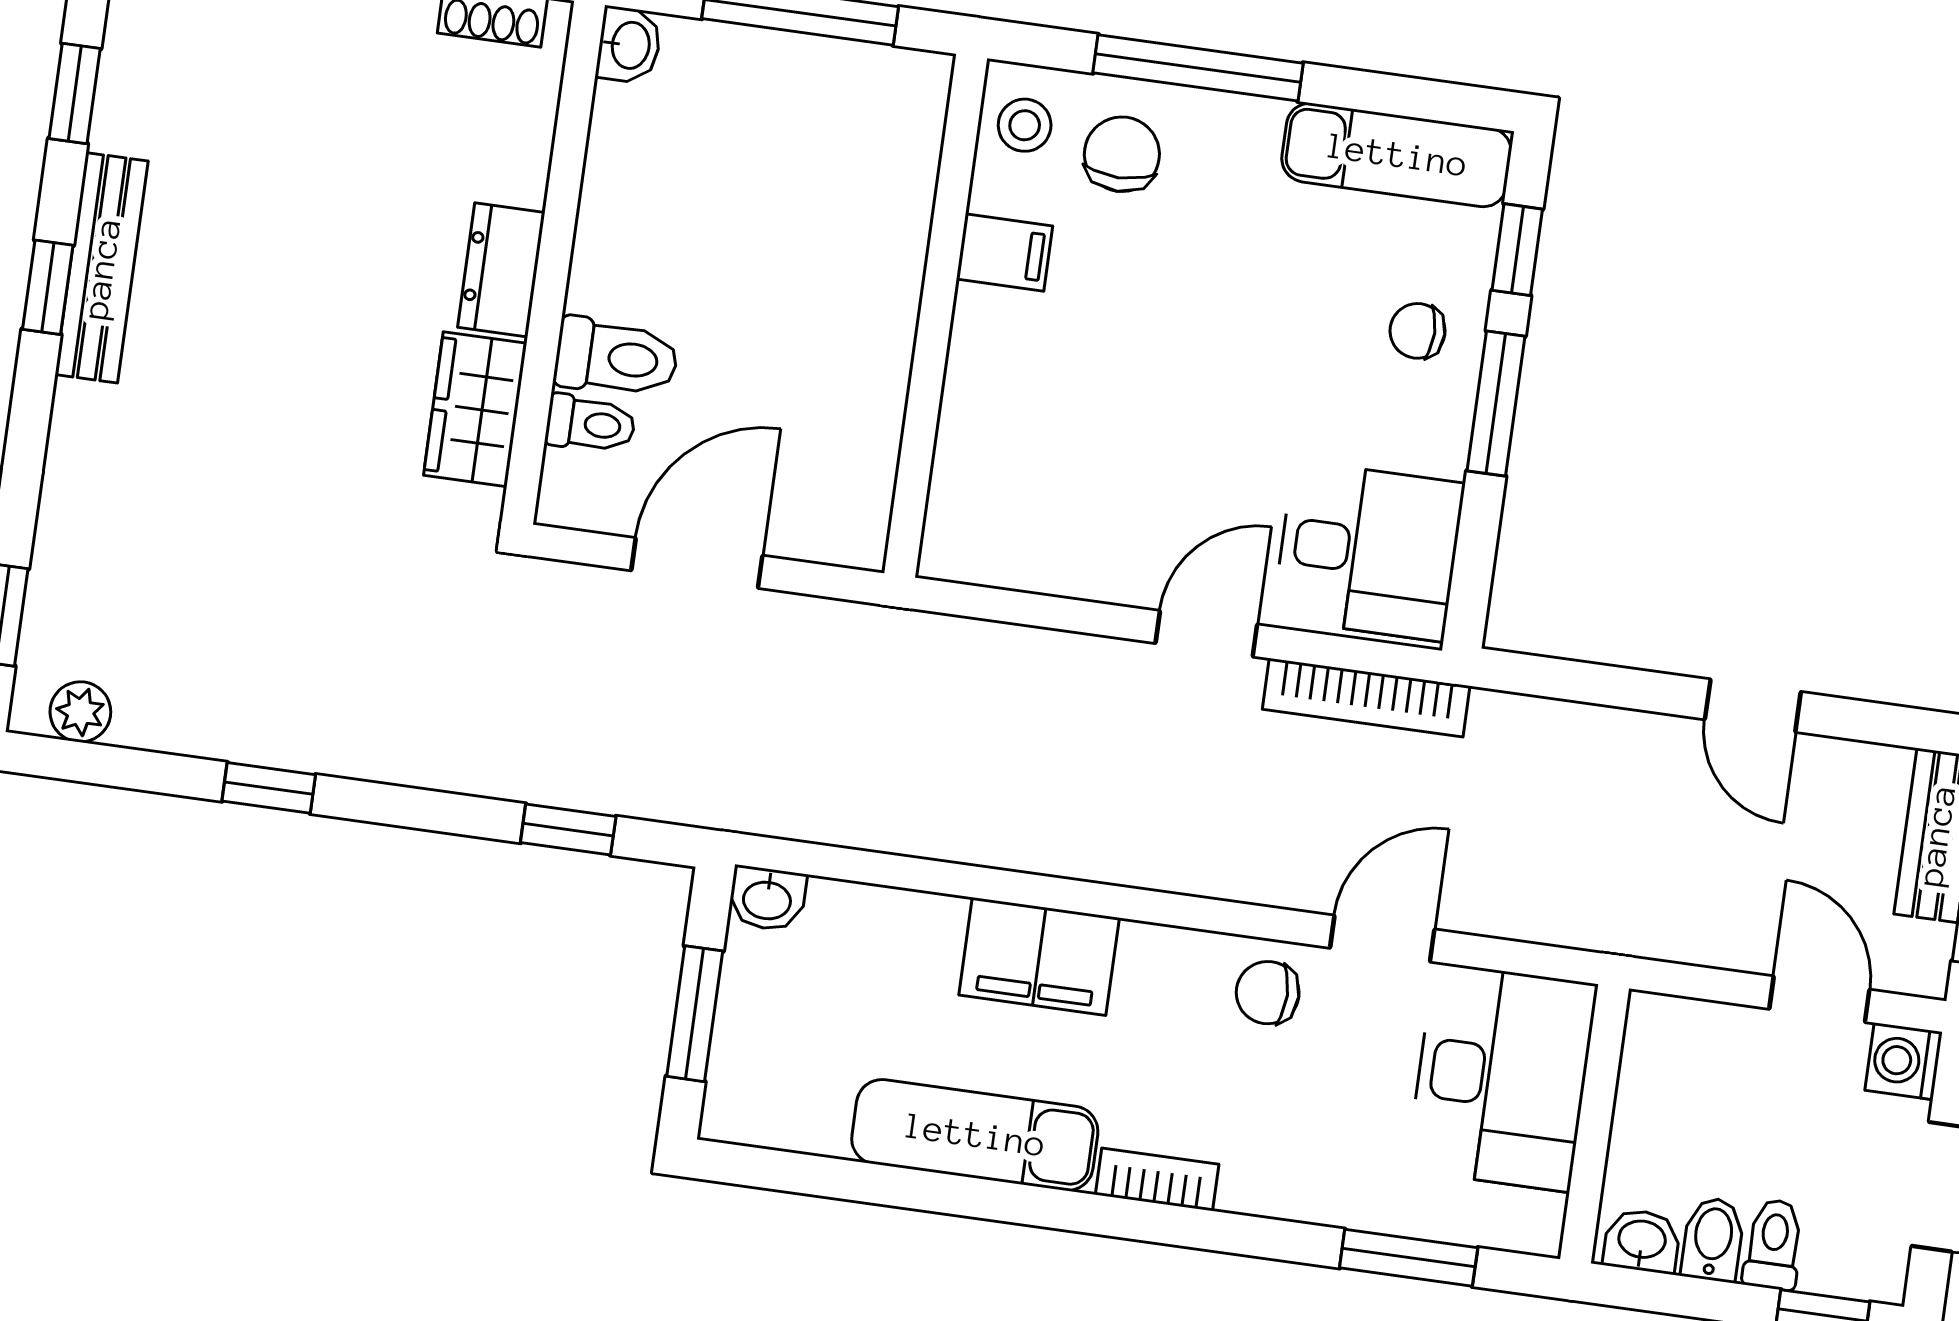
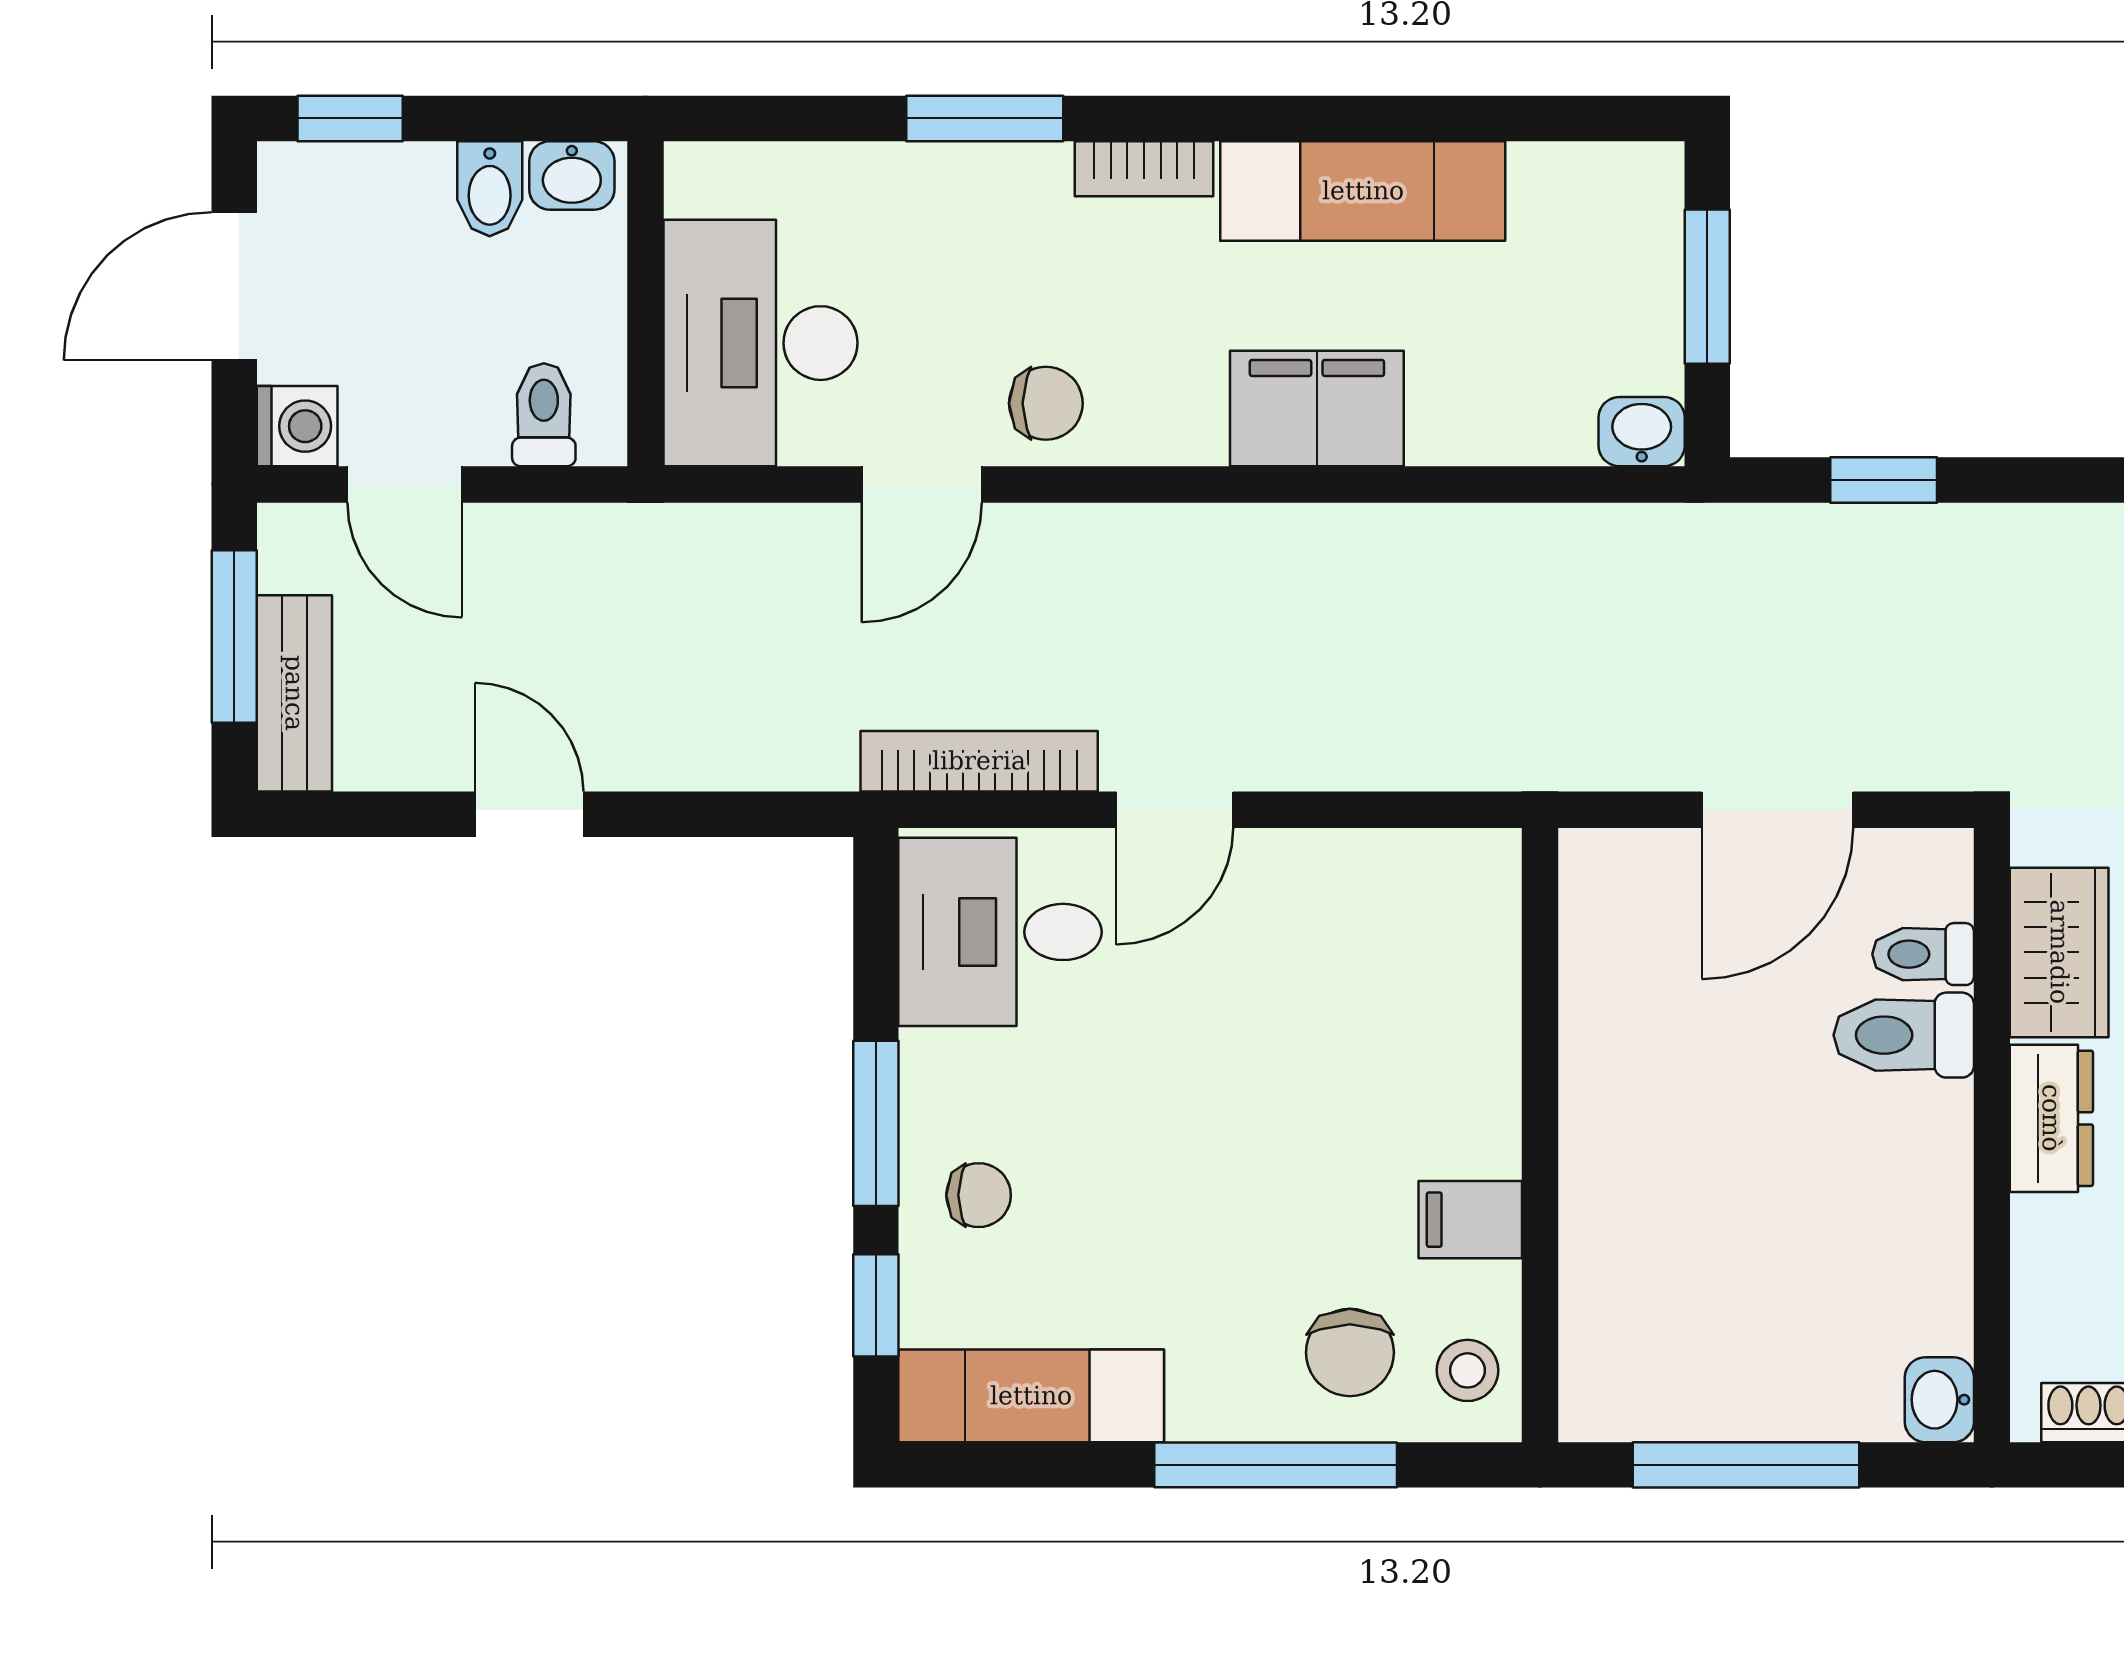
toilet: (1774, 1244) -> (544, 415), moved, turned 180
window: (1409, 1258) -> (985, 118), moved

